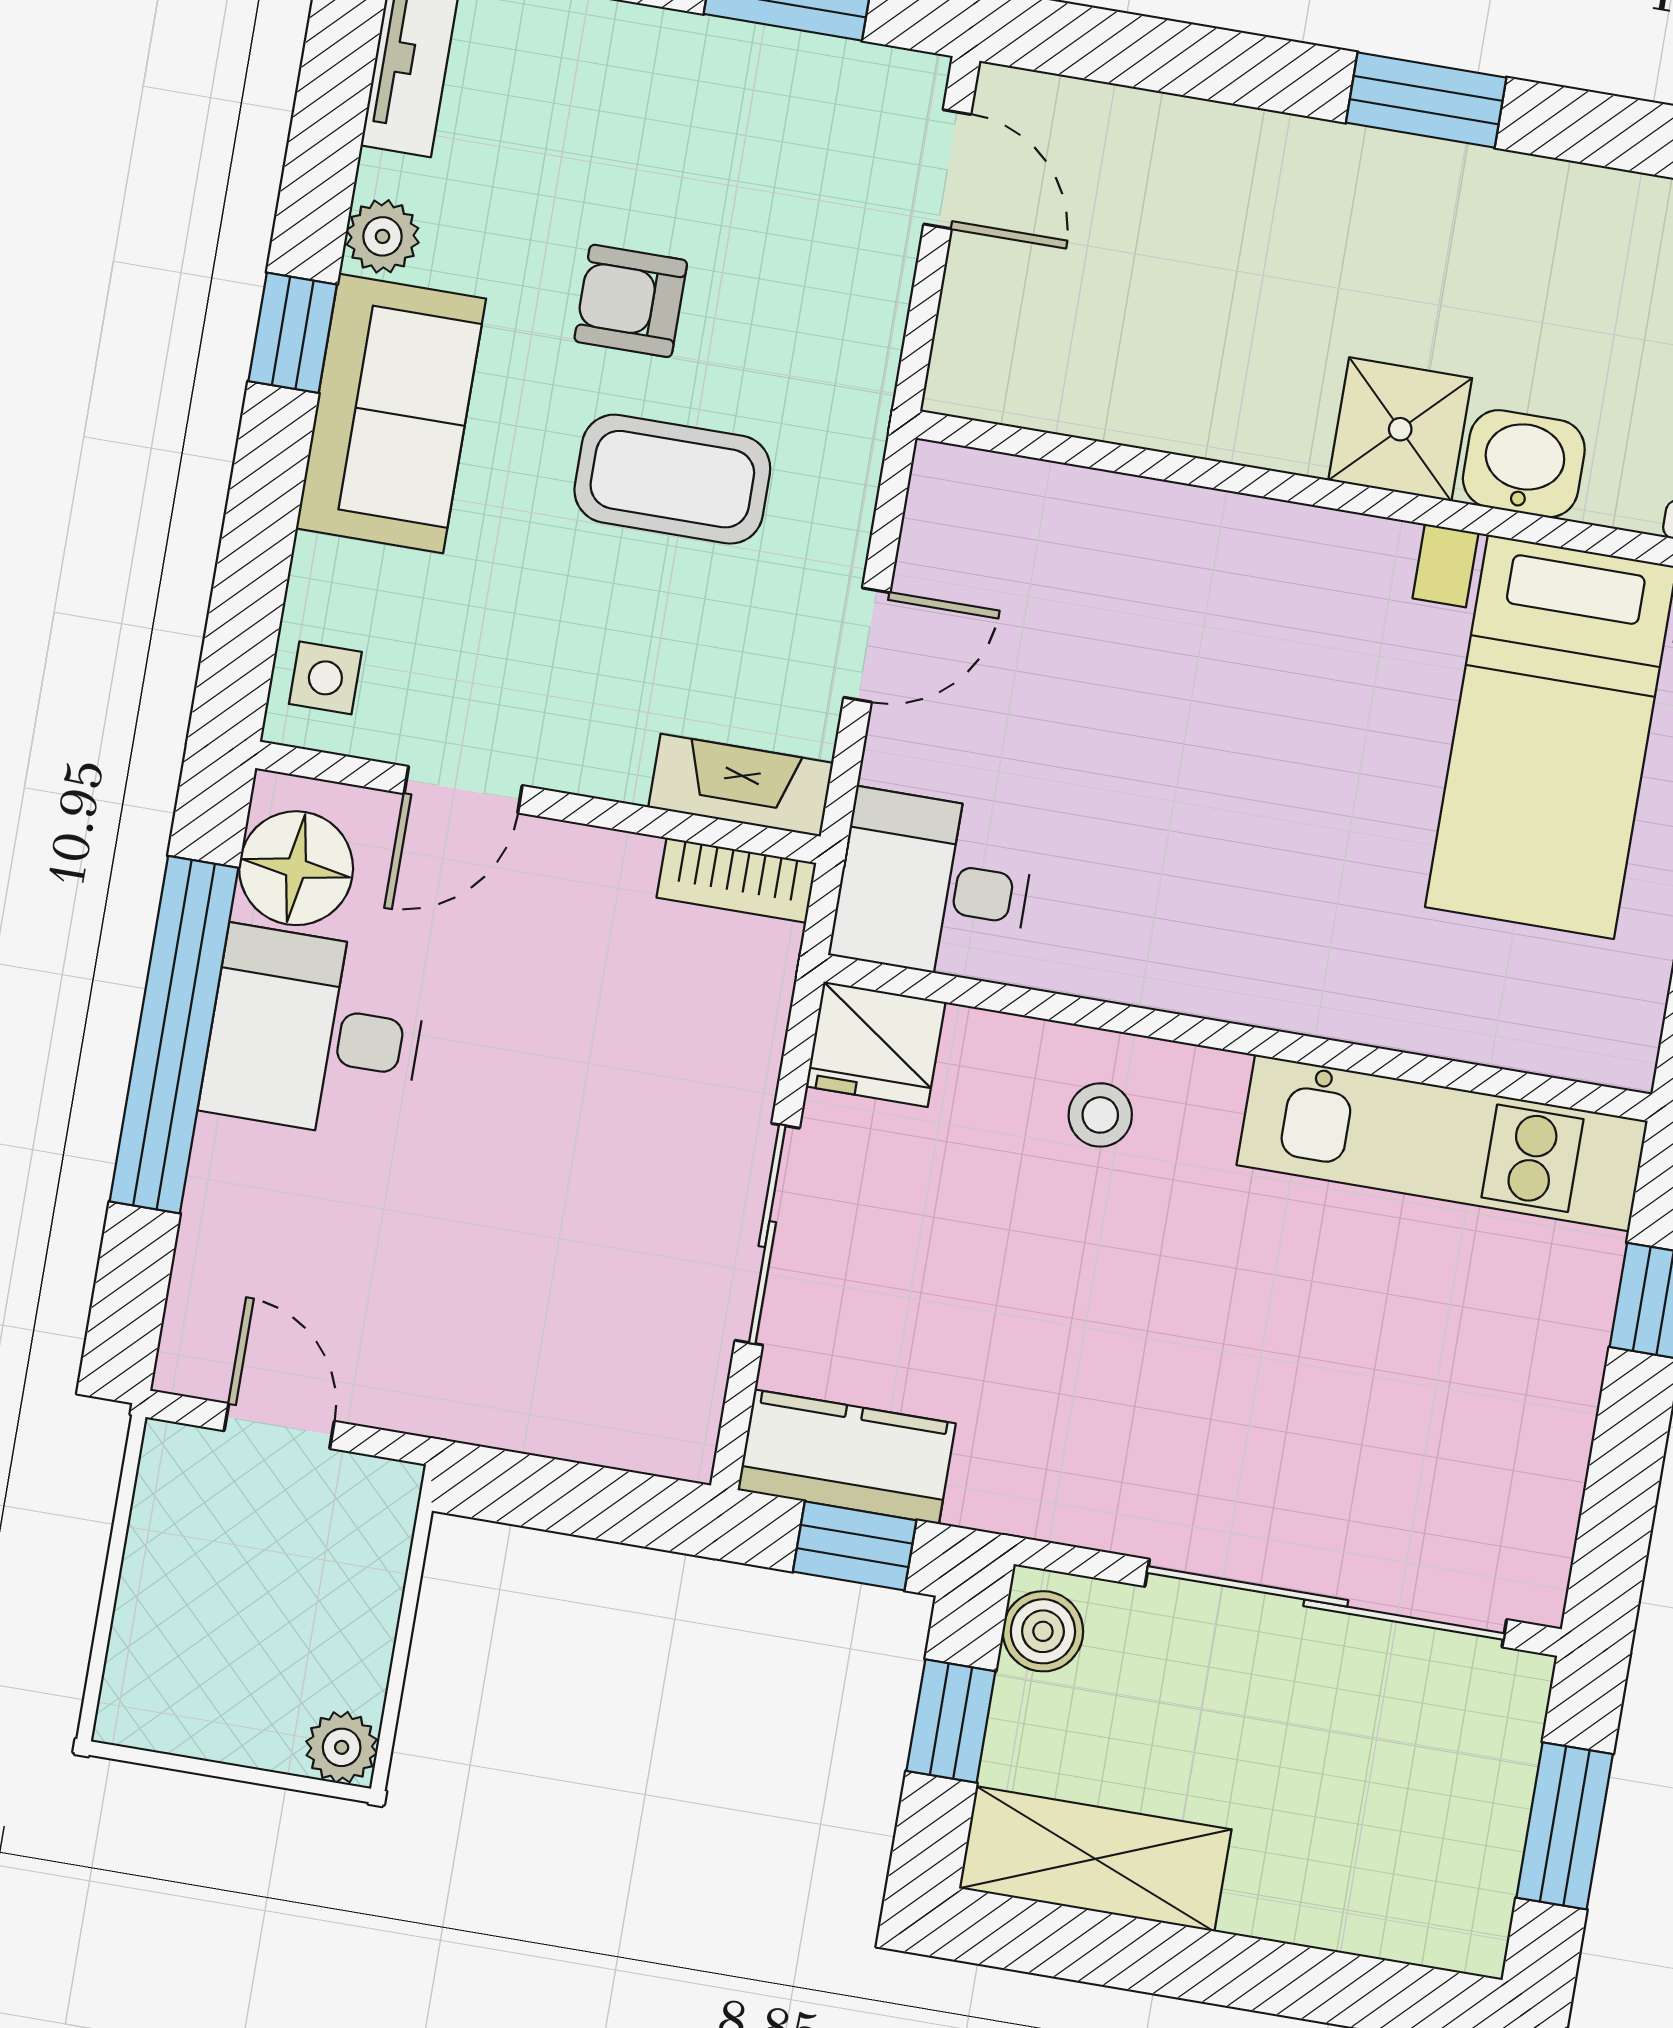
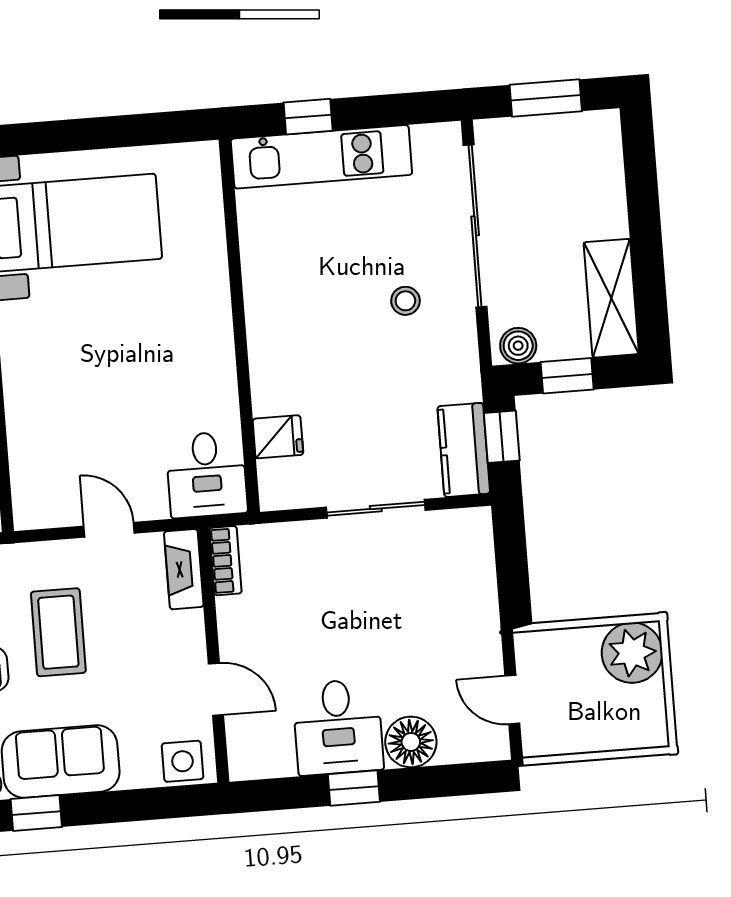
side table: (325, 678) -> (182, 761), width x1.37, depth x1.37
floor lamp: (296, 868) -> (411, 742), moved
window: (174, 1035) -> (354, 788), width x0.32
fridge: (876, 1044) -> (278, 437), moved, width x0.72
stool: (1100, 1115) -> (405, 301), moved
kitchen unit: (1442, 1143) -> (321, 157), moved, turned 90
door: (279, 1426) -> (512, 700), hinge flipped
plant: (342, 1747) -> (632, 653), width x1.88, depth x1.88

